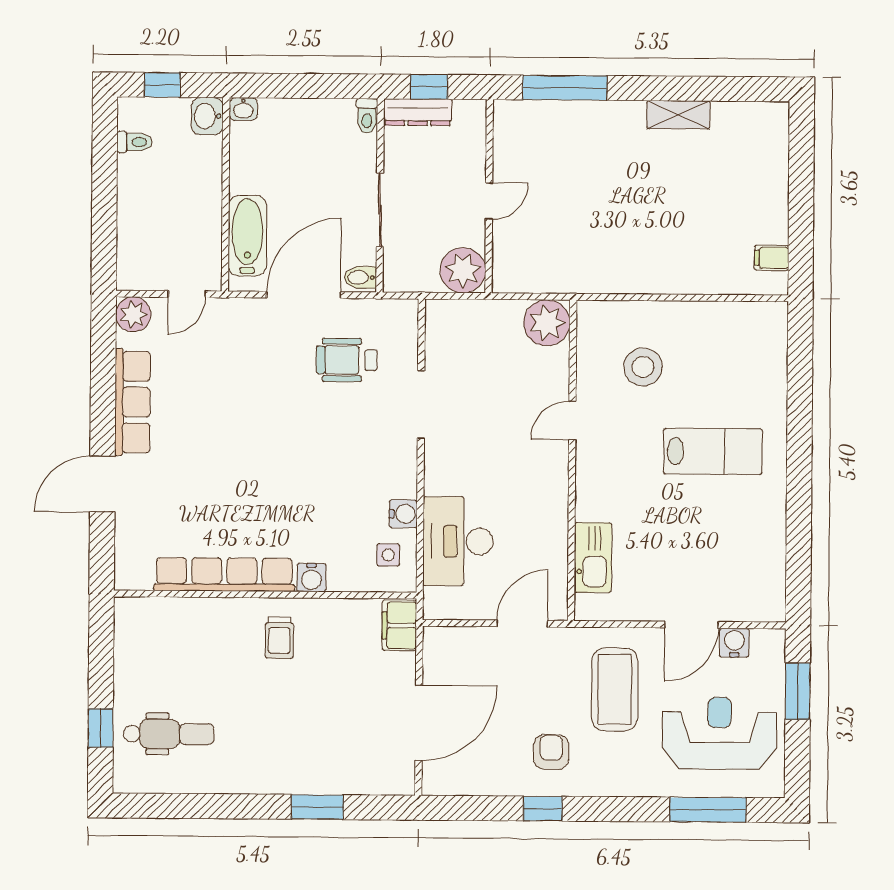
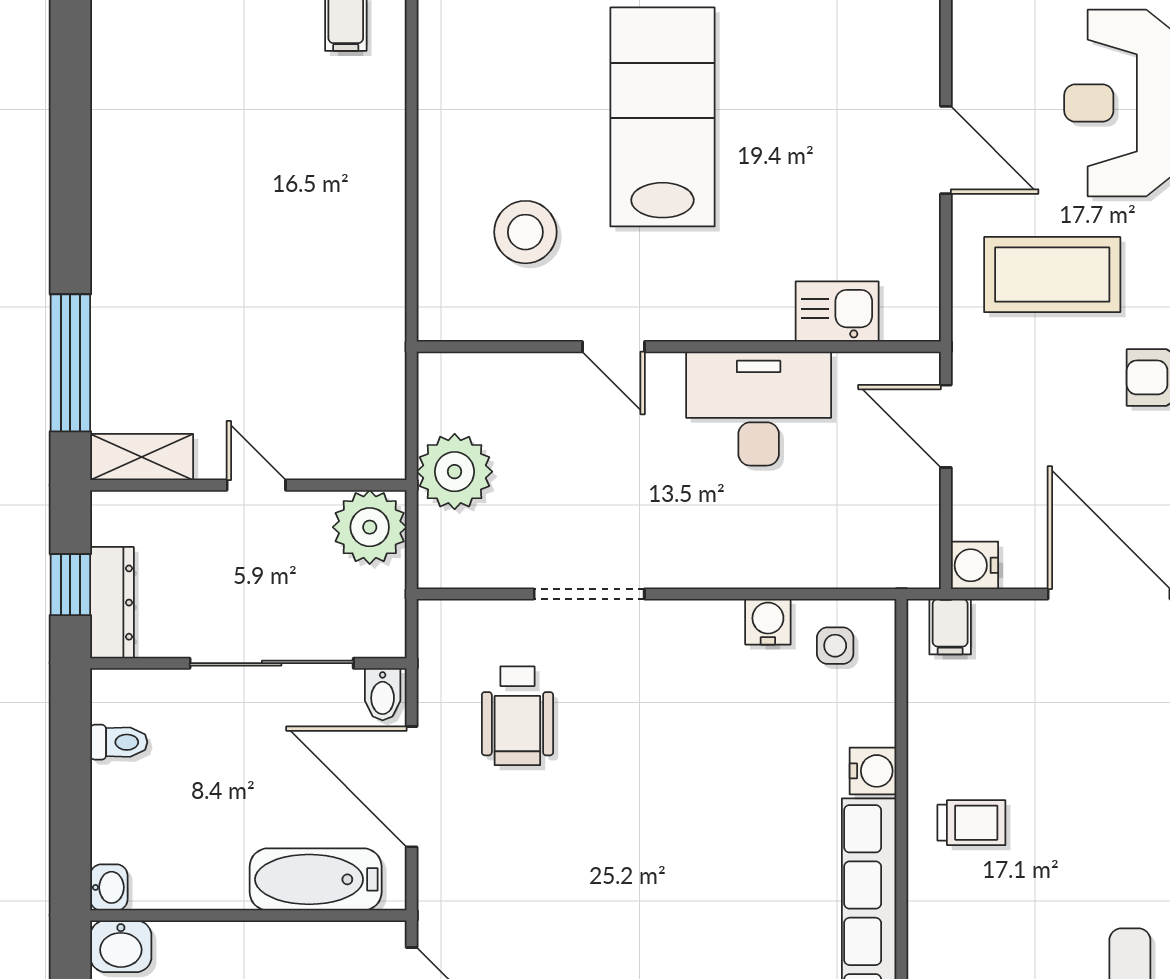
shelving: (678, 115) -> (142, 457), moved, turned 90
toilet: (367, 116) -> (119, 742), moved
sliding door: (380, 210) -> (272, 663), width x1.37
plant: (547, 323) -> (455, 472), moved
lab bench: (713, 451) -> (662, 117), width x1.36, depth x1.39
desk: (458, 541) -> (759, 409), moved, turned 180
kitchen sink: (593, 558) -> (837, 312), width x0.73
filing cabinet: (399, 625) -> (950, 627), width x0.50
water cooler: (734, 643) -> (974, 565), moved

